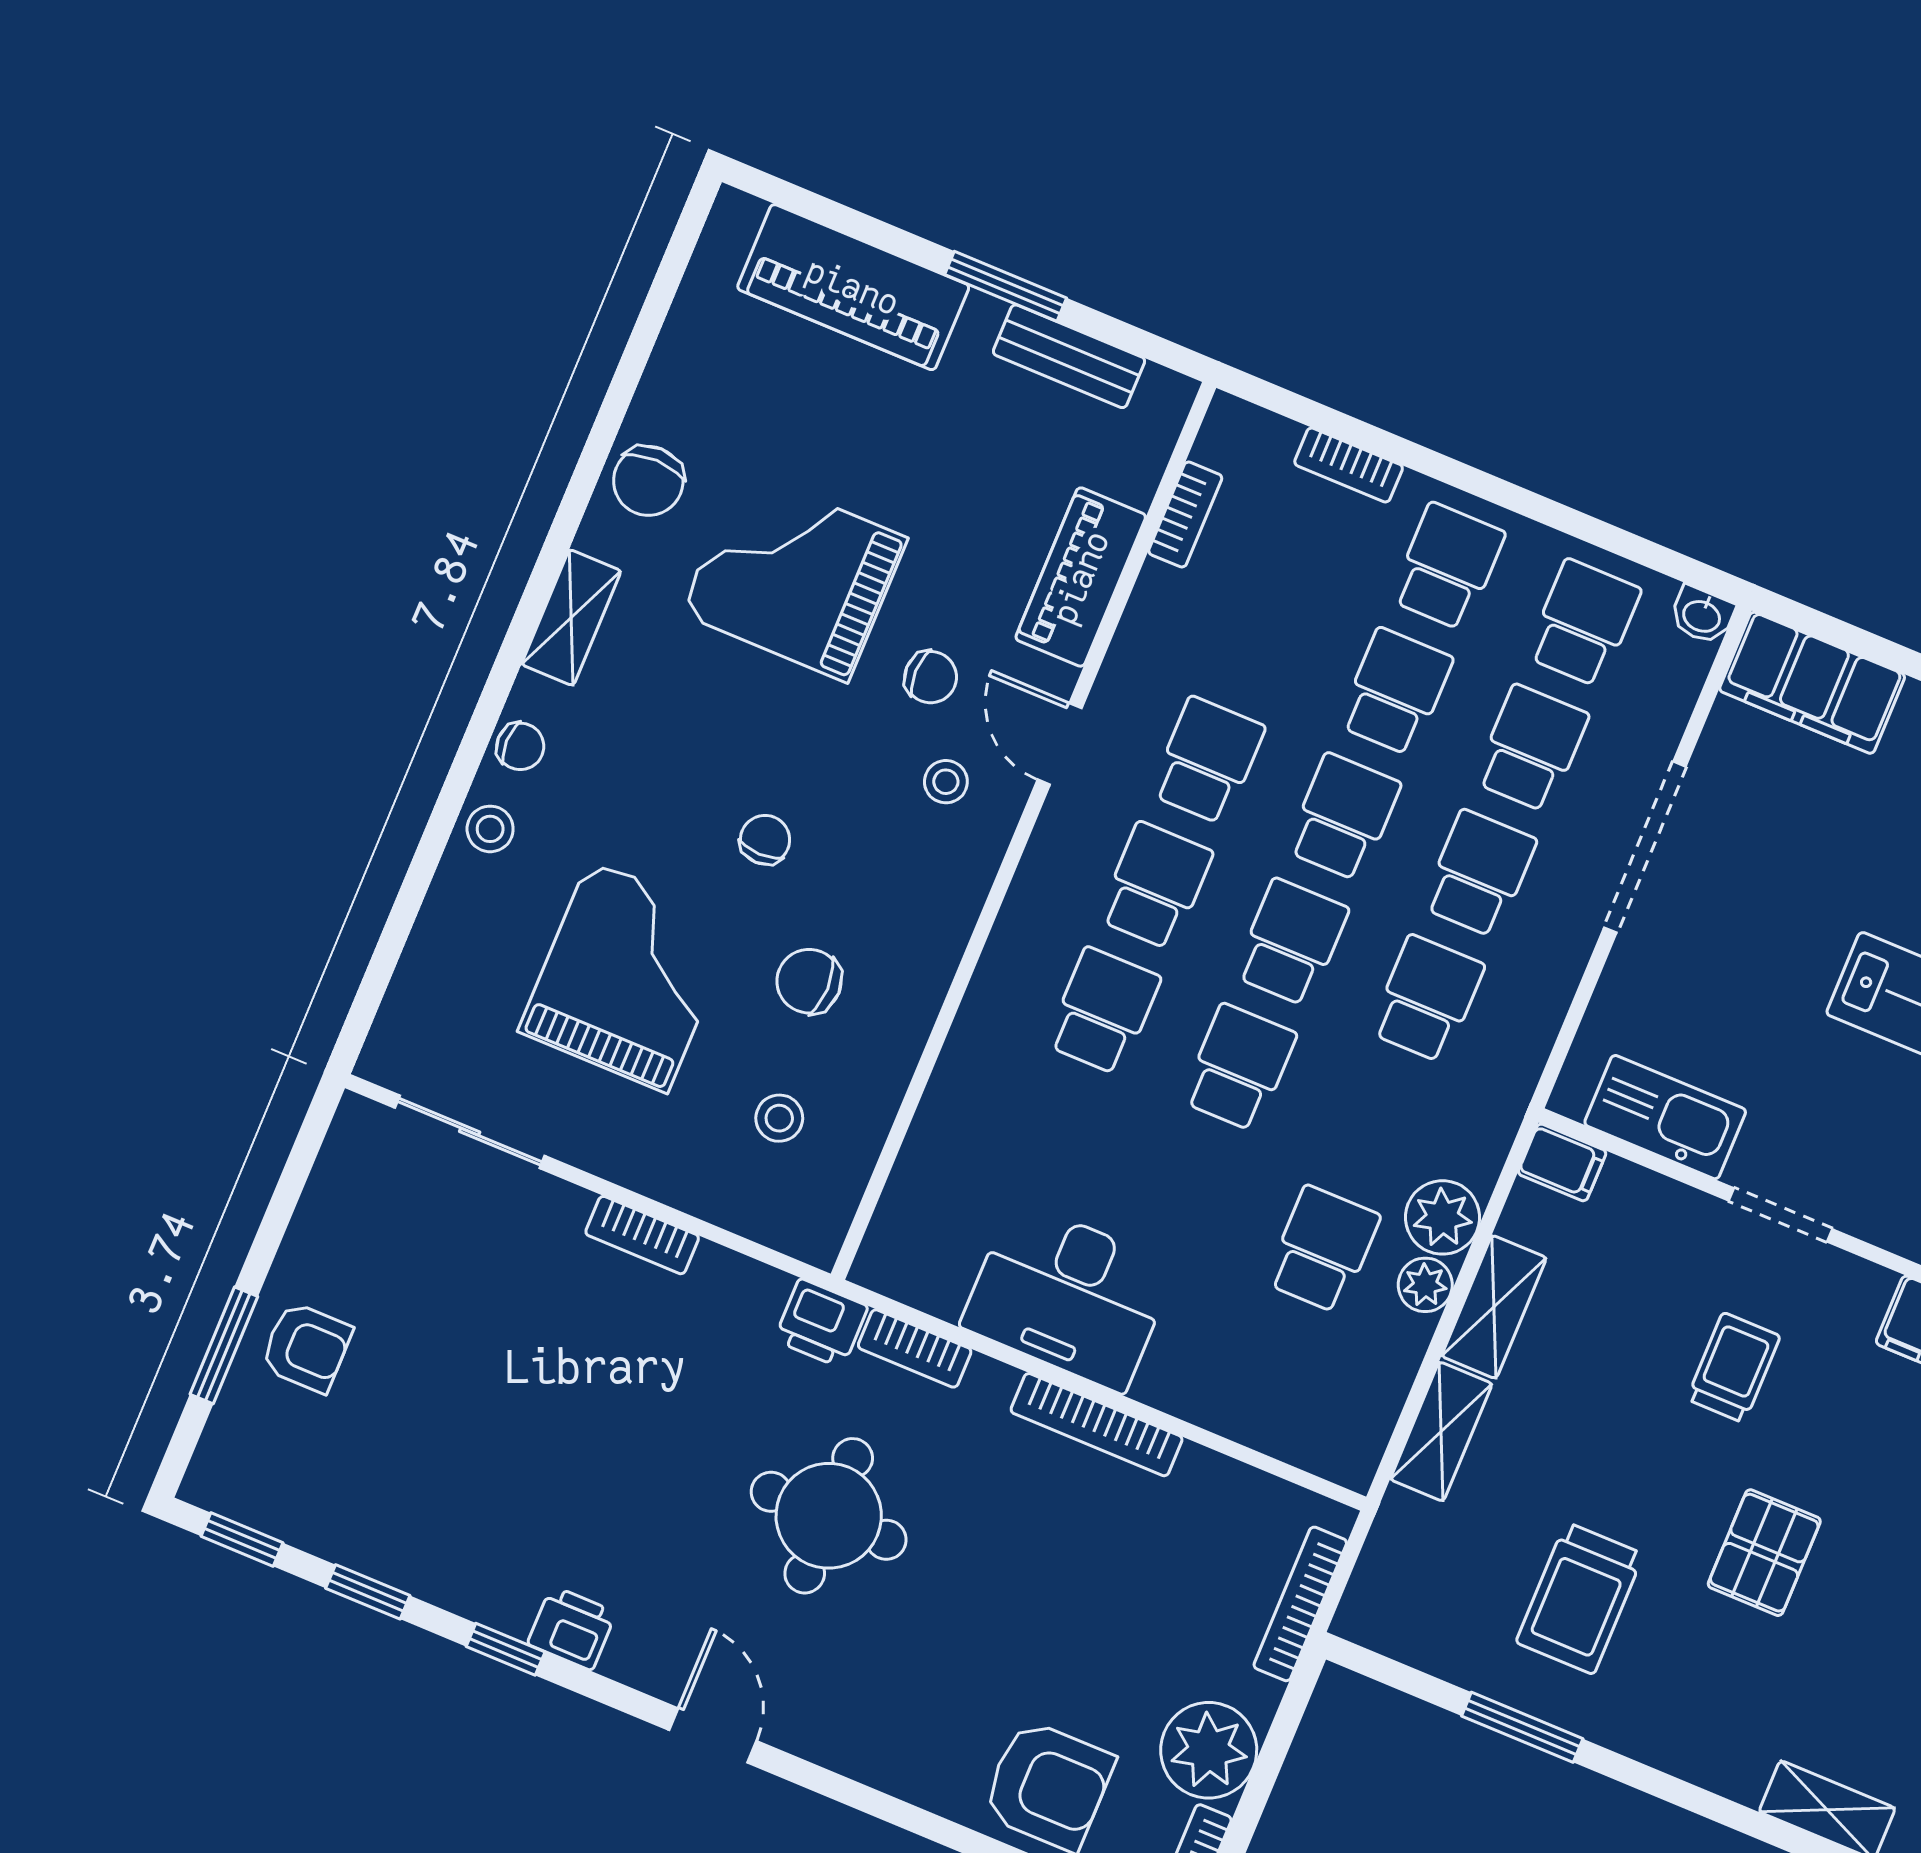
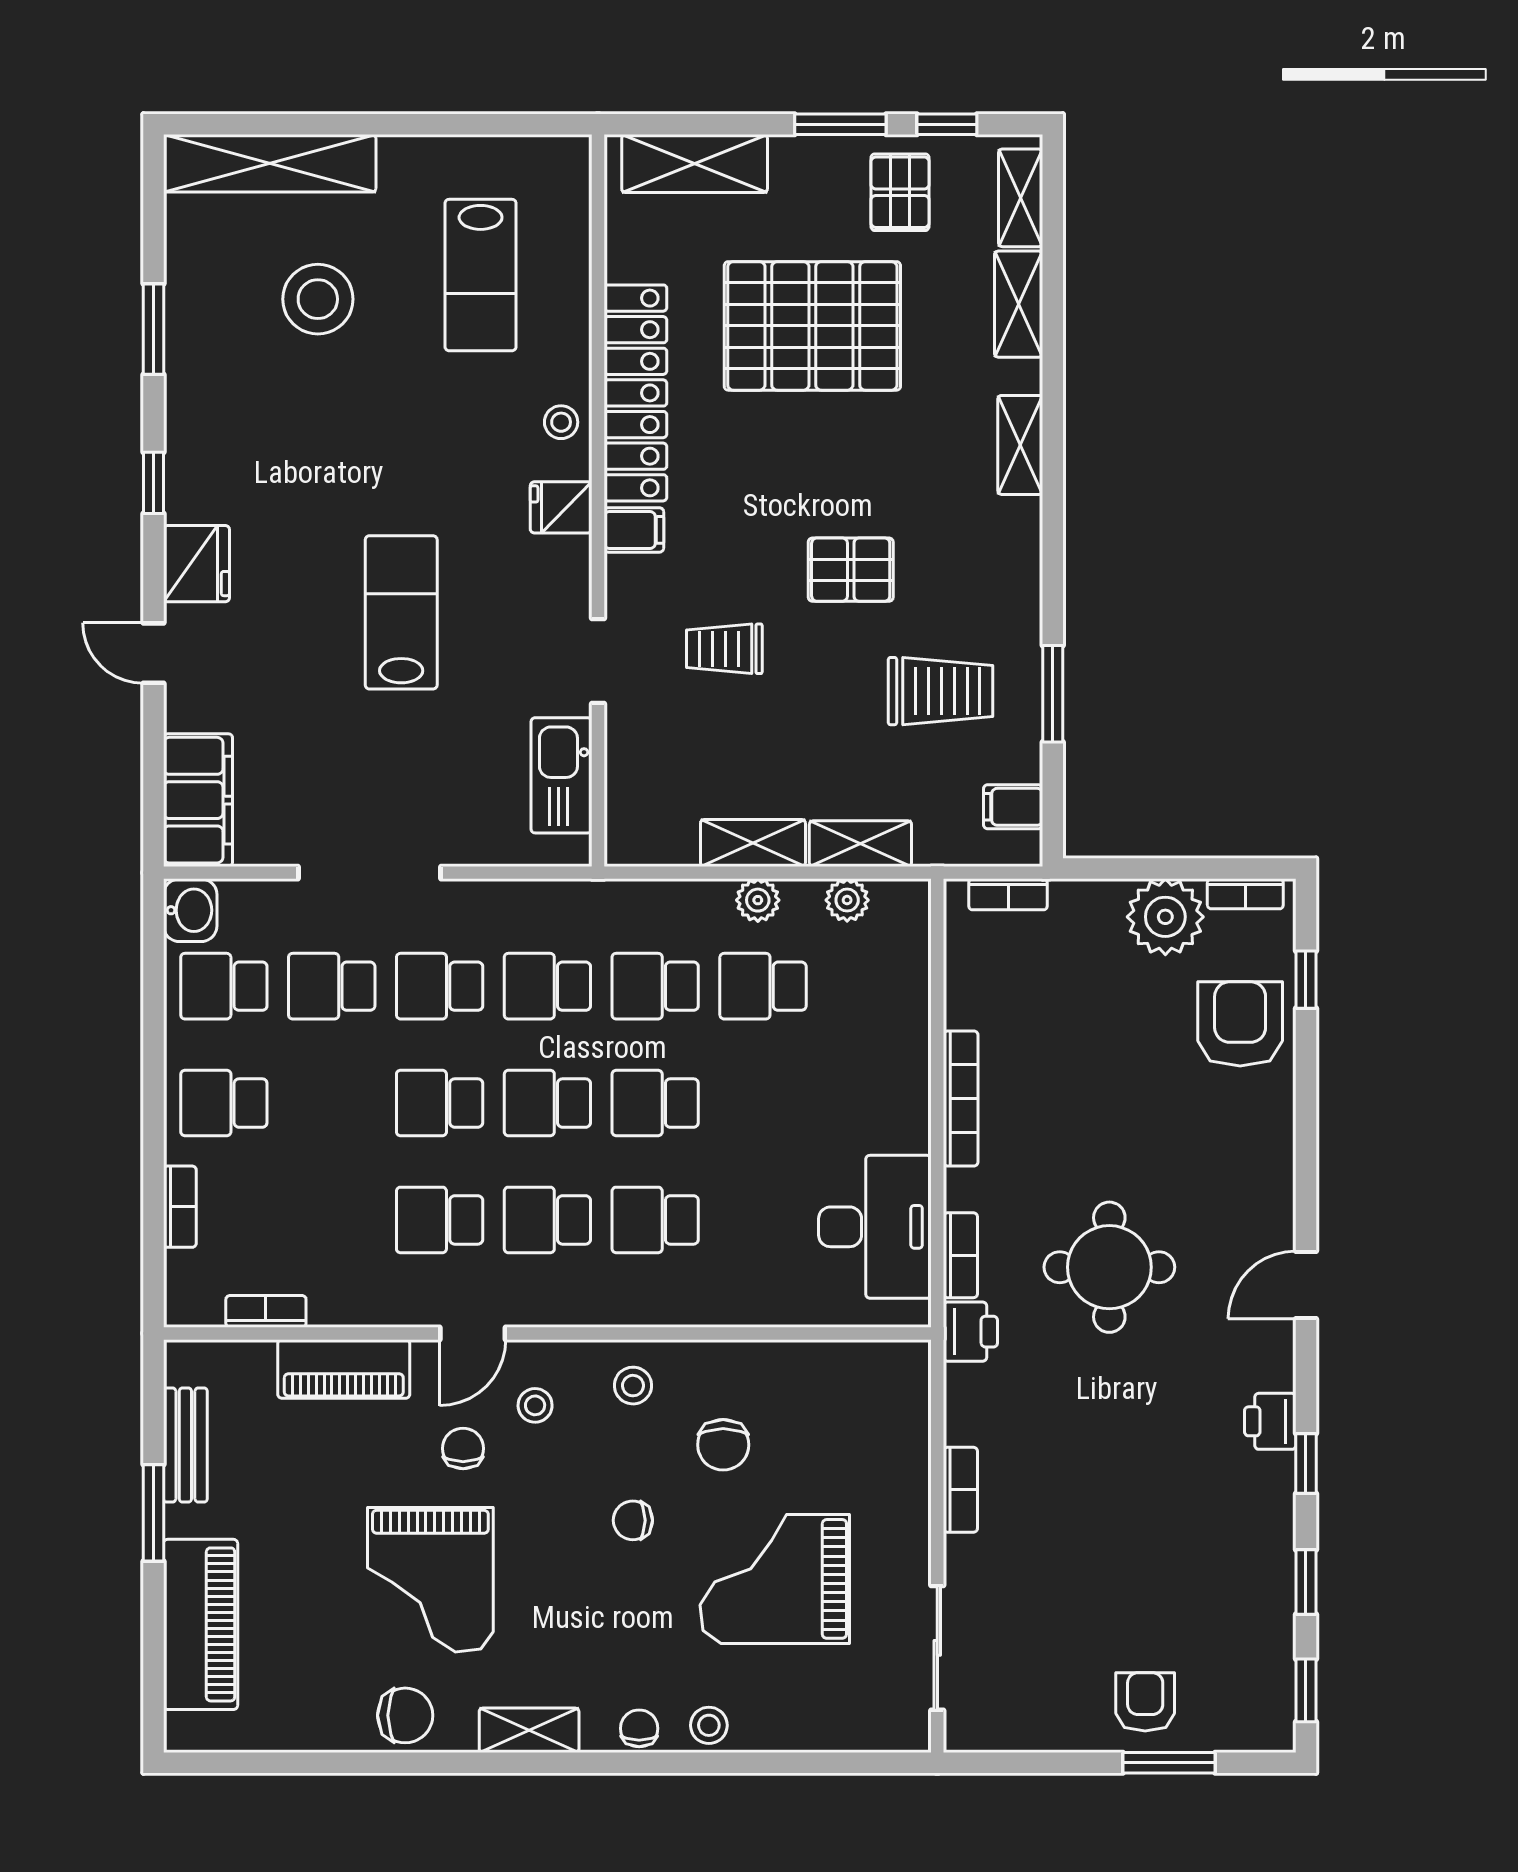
washbasin: (1702, 615) -> (190, 910), width x1.38, depth x1.45
school desk: (1396, 692) -> (655, 986), moved
stool: (779, 1118) -> (633, 1386), moved
filing cabinet: (1562, 1162) -> (1013, 807), moved, turned -90
plant: (1442, 1217) -> (847, 900), moved, width x0.73, depth x0.73
desk: (1068, 1296) -> (875, 1227), moved
bookcase: (1300, 1604) -> (1008, 894), width x0.64

